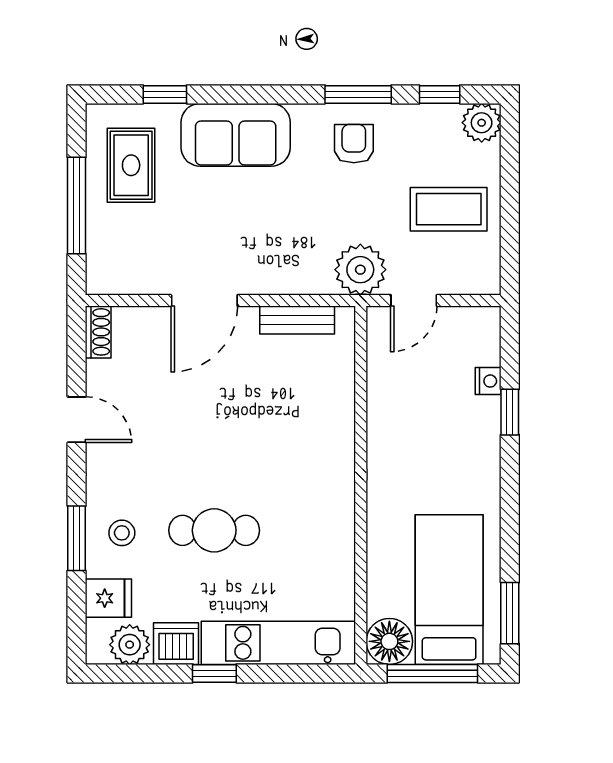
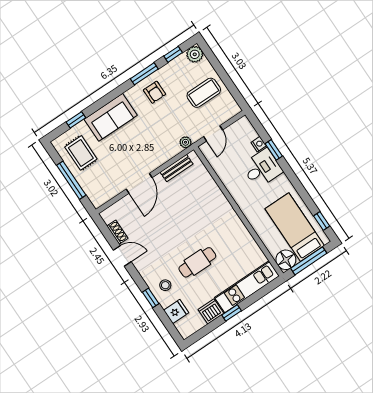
armchair: (354, 144) -> (154, 92), turned 180
plant: (360, 270) -> (186, 142), width x0.53, depth x0.53
shoe rack: (98, 332) -> (117, 232), moved
desk: (463, 433) -> (262, 168), added
window: (77, 538) -> (151, 298), width x0.67
window: (510, 613) -> (322, 221), width x0.67
plant: (130, 645) -> (195, 323), removed

